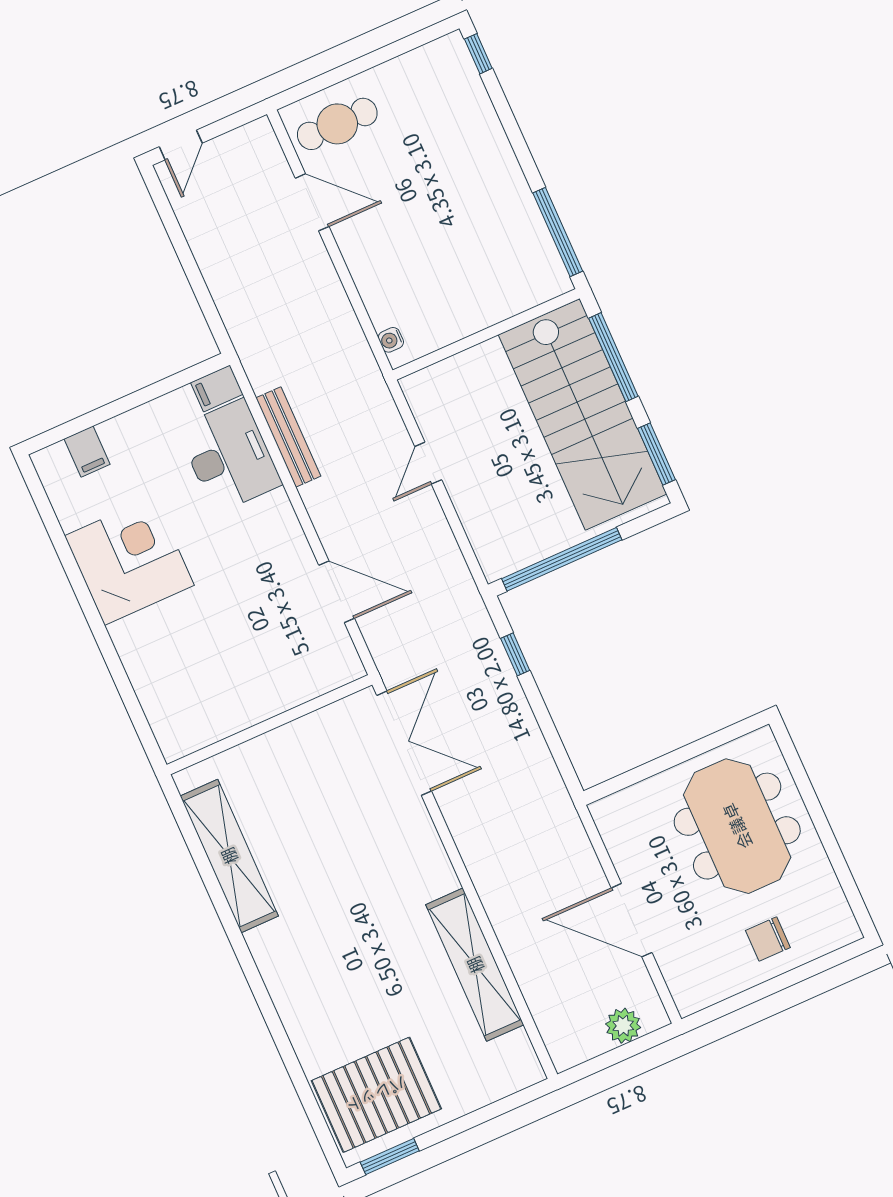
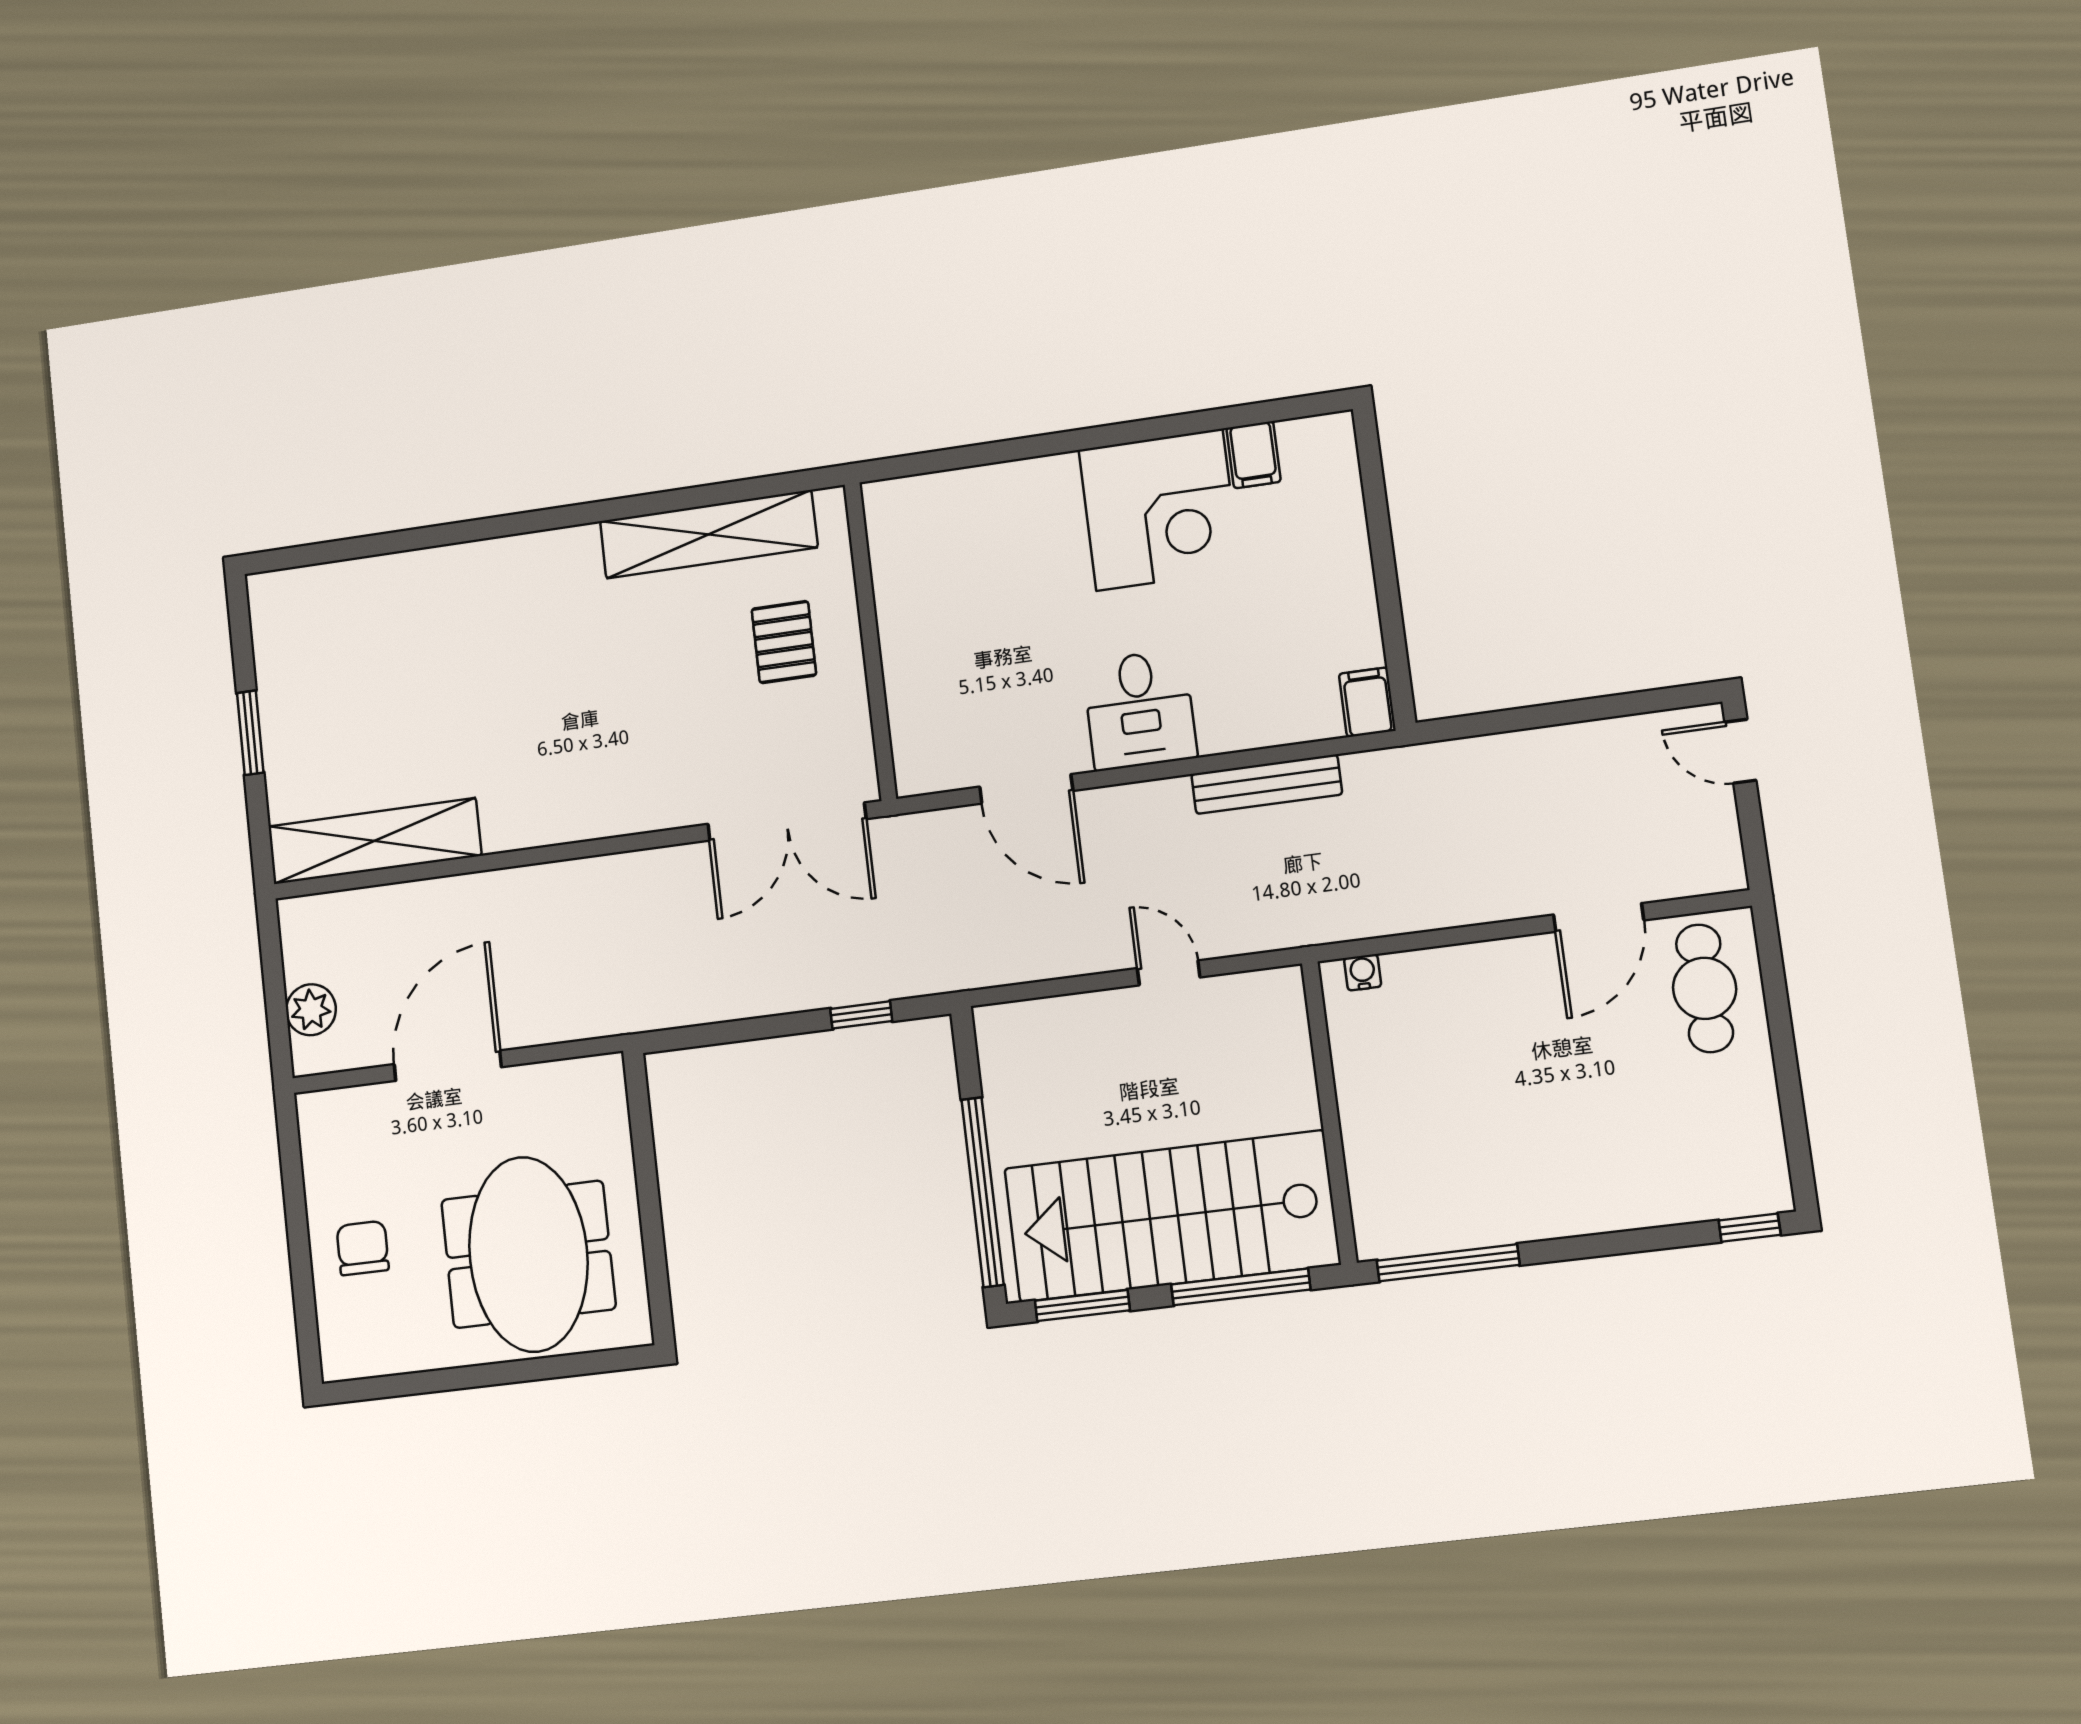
filing cabinet: (87, 452) -> (1254, 455), moved, turned -90
desk: (229, 456) -> (1140, 710), moved, width x0.73
window: (562, 559) -> (983, 1192), moved
door: (337, 592) -> (1026, 789), hinge flipped
meeting table: (737, 826) -> (528, 1254), turned 90
shelving: (475, 965) -> (375, 841), moved
pallet: (376, 1095) -> (784, 642), moved, width x0.49, depth x0.50
window: (390, 1157) -> (250, 733), moved

